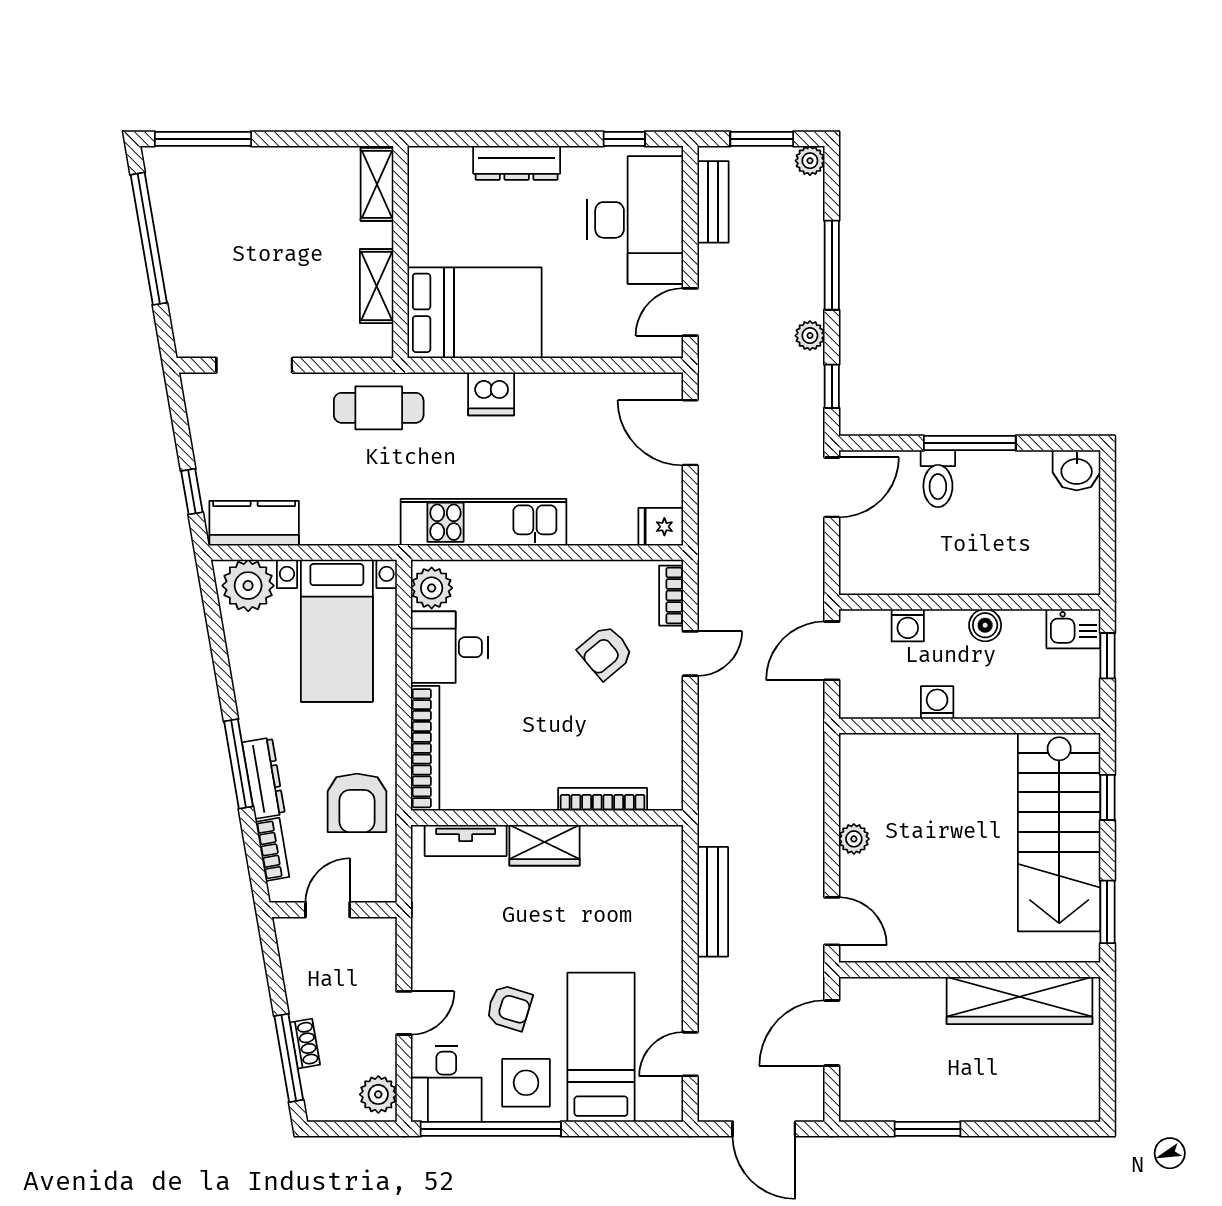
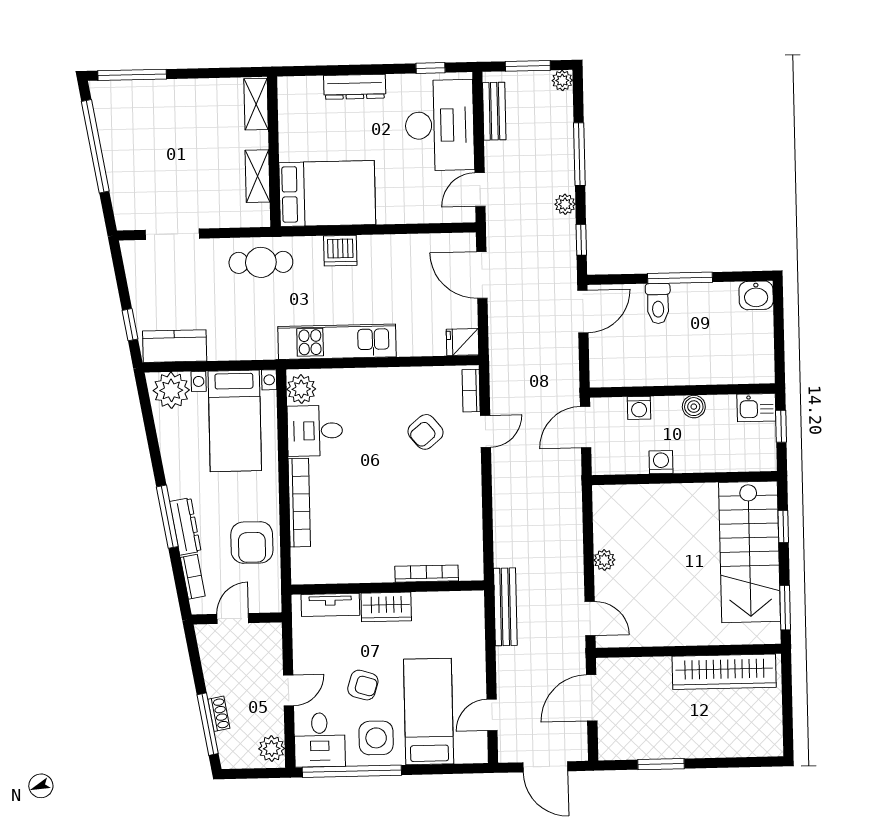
bookcase: (603, 799) -> (427, 574), moved
wall: (547, 818) -> (388, 588), moved
tv unit: (466, 840) -> (330, 605), moved
wardrobe: (545, 845) -> (386, 607), moved

